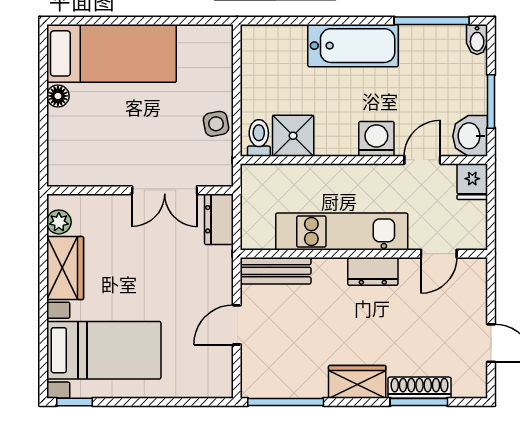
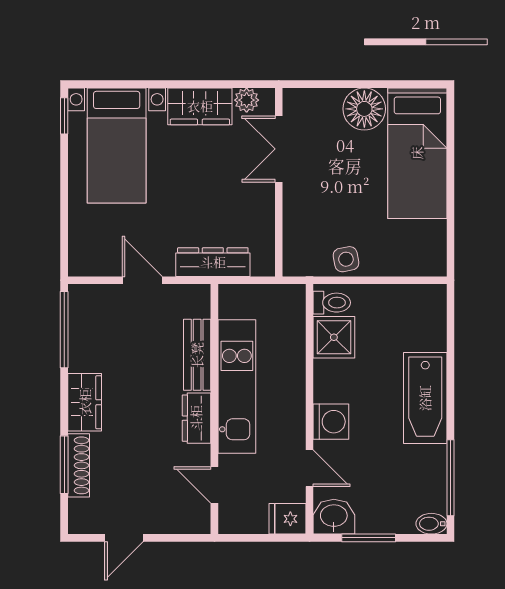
floor lamp: (58, 96) -> (364, 109), width x1.89, depth x1.89
double door: (165, 190) -> (279, 149), moved
dresser: (219, 219) -> (213, 262), moved, width x1.44
bench: (276, 271) -> (197, 355), moved

